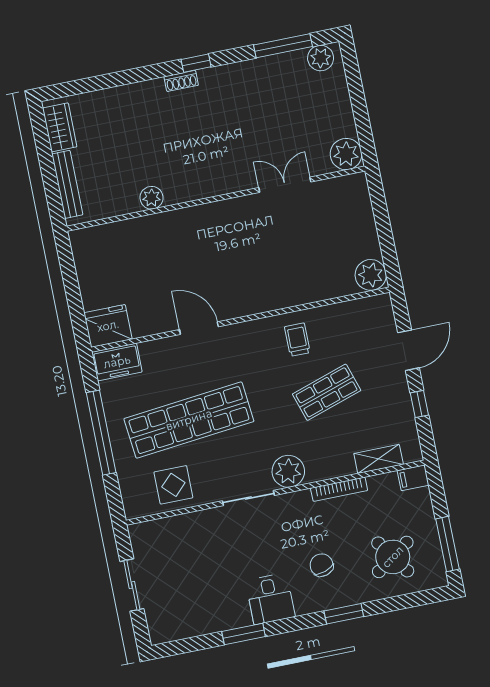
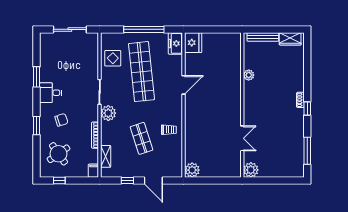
plant: (321, 58) -> (298, 167), removed
window: (448, 544) -> (59, 181), width x0.46
sliding door: (132, 585) -> (70, 29), width x1.37

